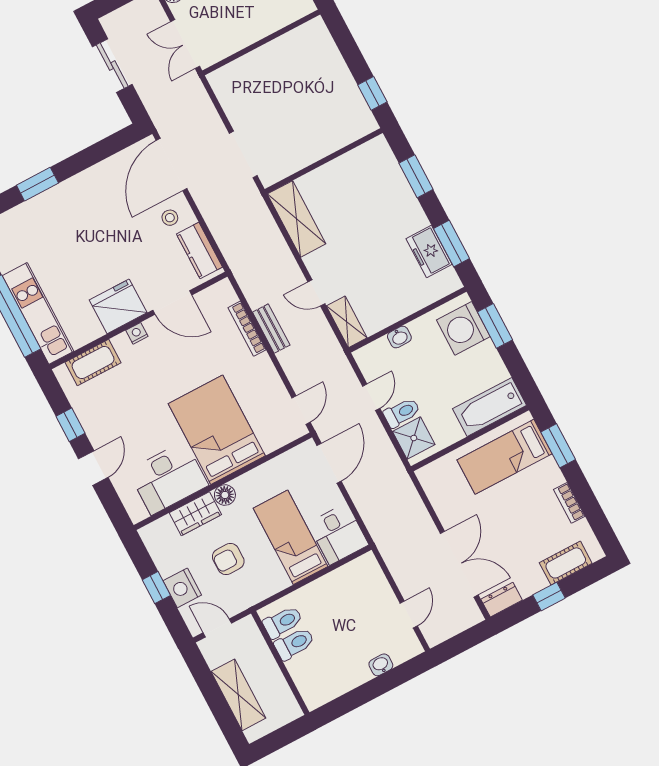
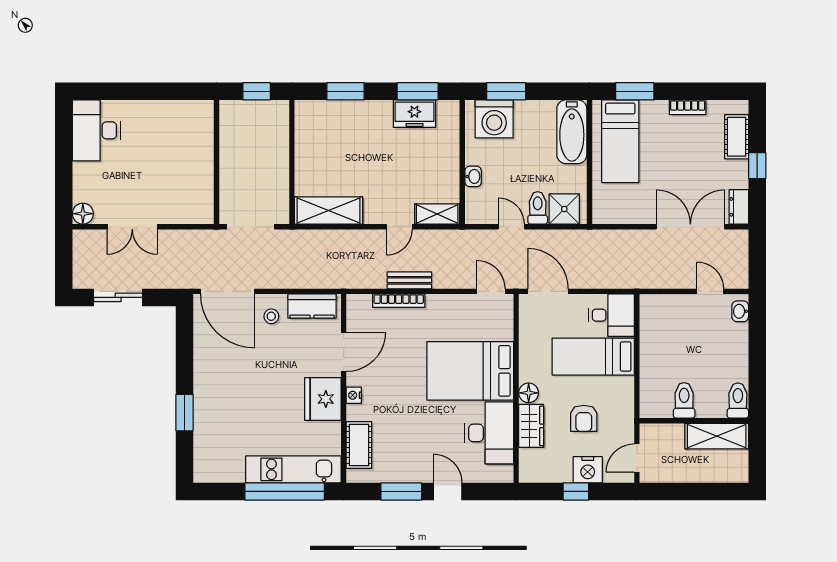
wall: (261, 42) -> (216, 162), moved
window: (70, 425) -> (401, 491), width x1.50
toilet: (283, 622) -> (738, 401), moved
washbasin: (381, 665) -> (740, 311), moved
shelving: (238, 695) -> (717, 436), moved

